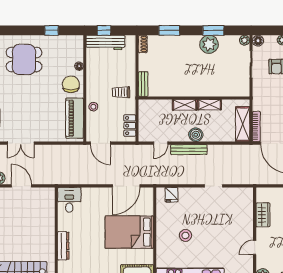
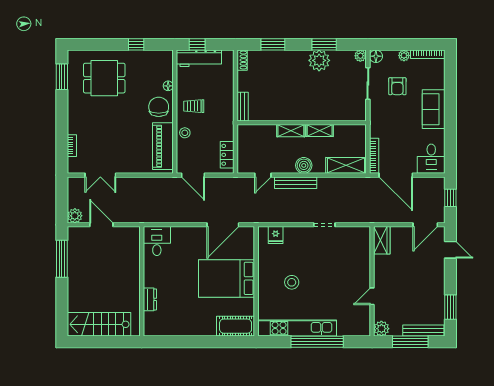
trolley: (121, 92) -> (194, 106), moved
shelving: (243, 124) -> (346, 165), moved, turned 90
wardrobe: (263, 215) -> (382, 240), moved
dresser: (63, 246) -> (150, 299), width x0.70

